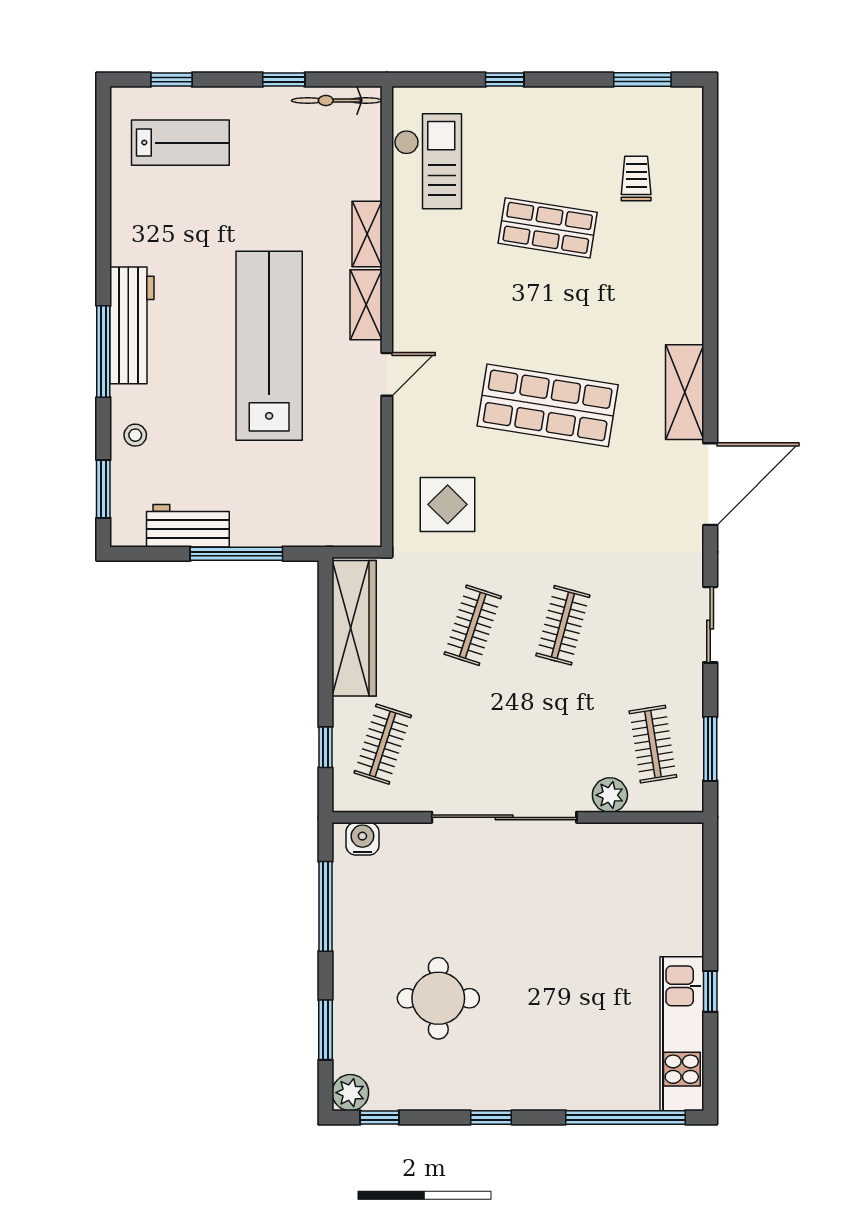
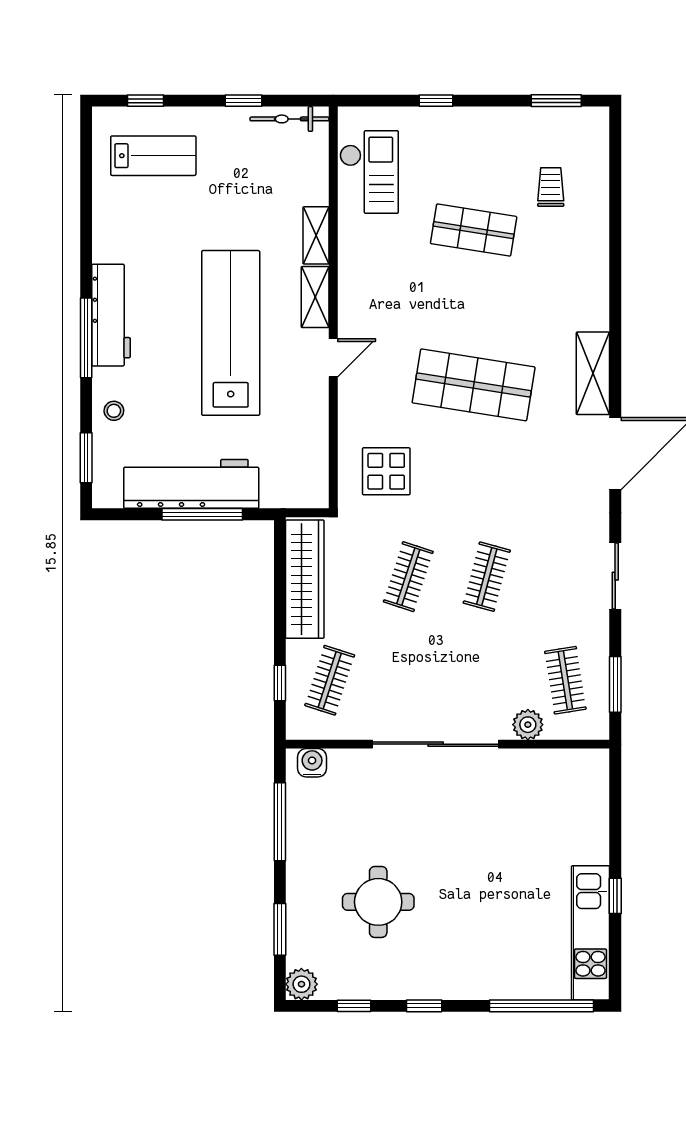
workbench: (188, 526) -> (191, 484), width x1.88, depth x1.32
window: (380, 1117) -> (354, 1006), moved

